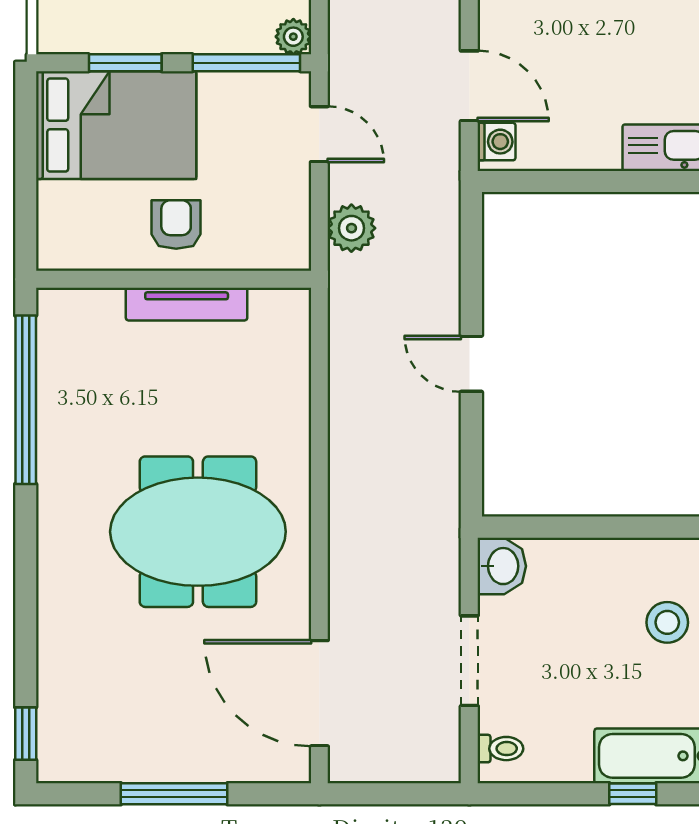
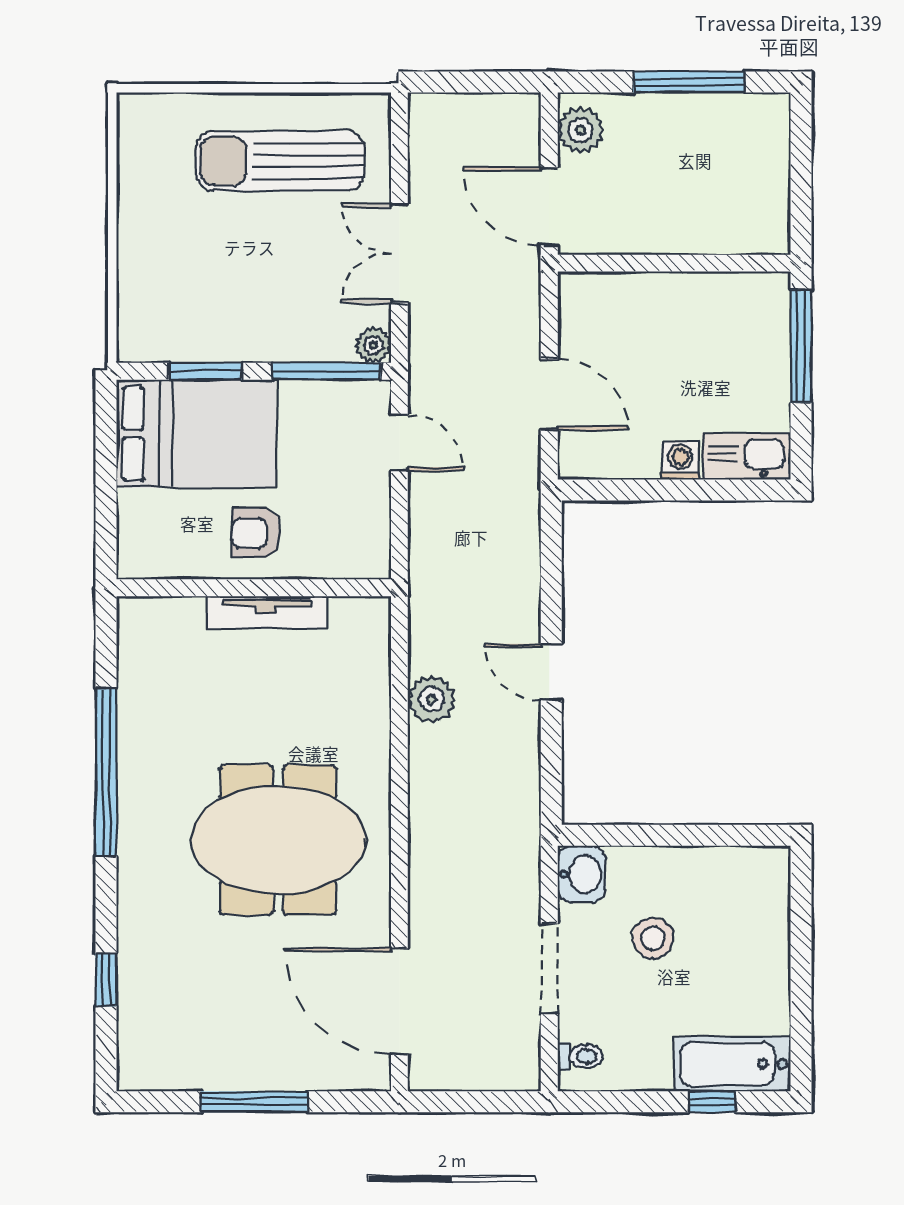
washing machine: (496, 142) -> (680, 461), moved, turned -90
armchair: (176, 225) -> (256, 533), turned -90
plant: (351, 228) -> (432, 699), moved
window: (26, 400) -> (106, 772), moved
stool: (667, 622) -> (653, 938), moved
window: (26, 734) -> (106, 980), moved

